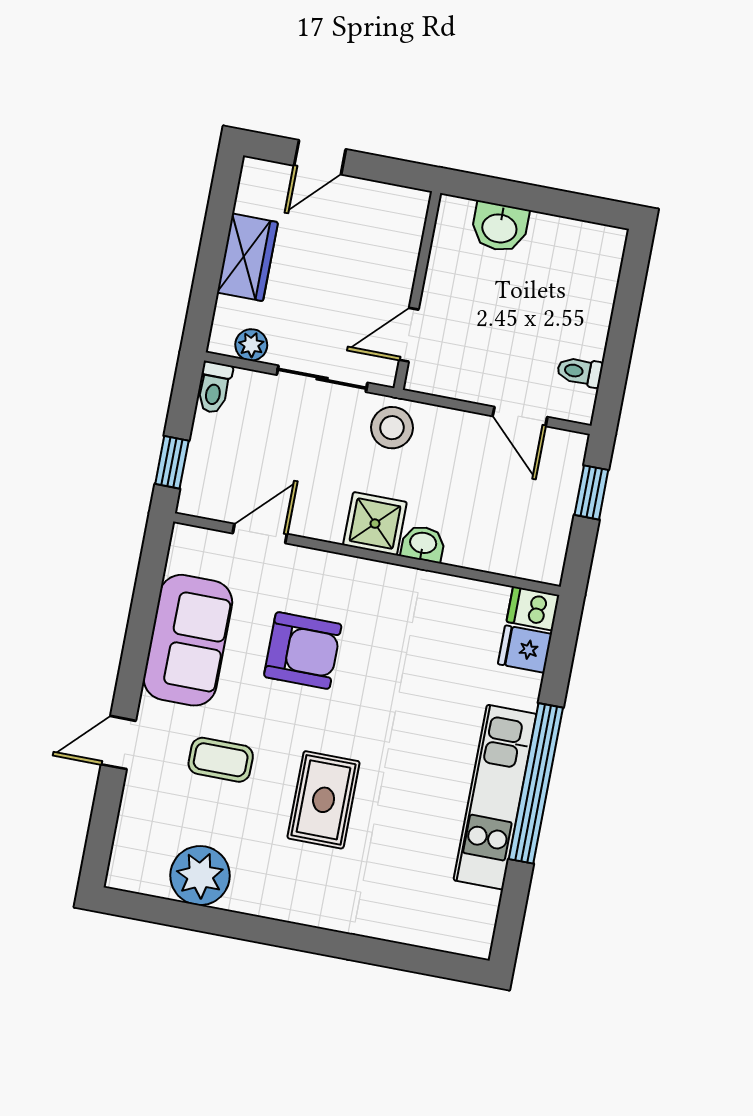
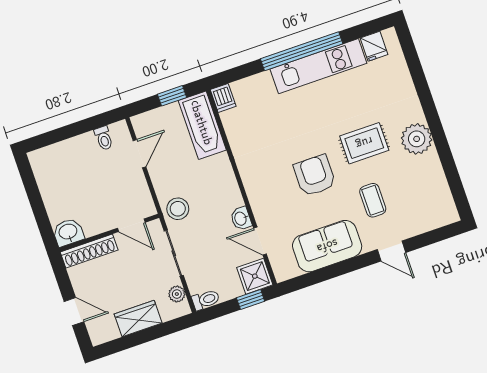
washbasin: (500, 227) -> (68, 232), moved, turned -90
shoe rack: (406, 240) -> (89, 251), added
window: (591, 492) -> (172, 96), moved
shower: (375, 524) -> (255, 276), moved
washbasin: (423, 544) -> (241, 218), moved
bathtub: (507, 548) -> (202, 125), added
fridge: (525, 649) -> (374, 46), moved
armchair: (303, 650) -> (315, 175), moved
plant: (200, 876) -> (417, 139), moved

